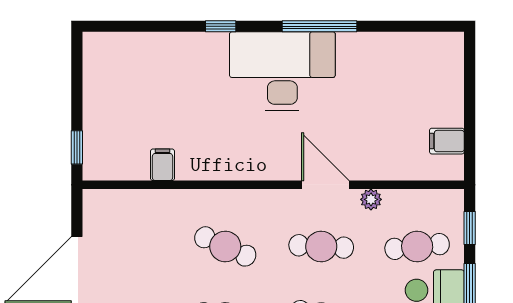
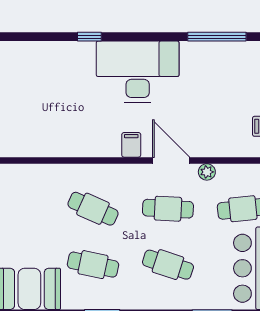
window: (320, 26) -> (217, 37), moved
filing cabinet: (162, 165) -> (131, 145), moved

